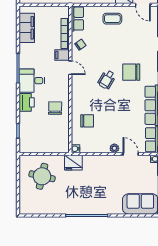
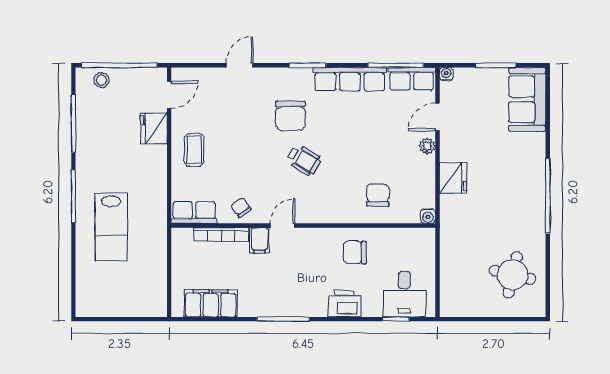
desk: (32, 81) -> (404, 294), moved
fridge: (73, 163) -> (453, 178), moved
round table: (42, 176) -> (513, 275), moved

